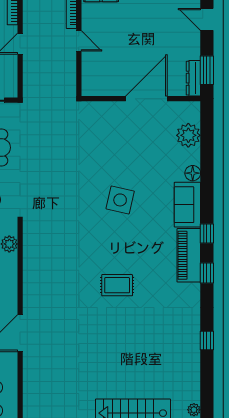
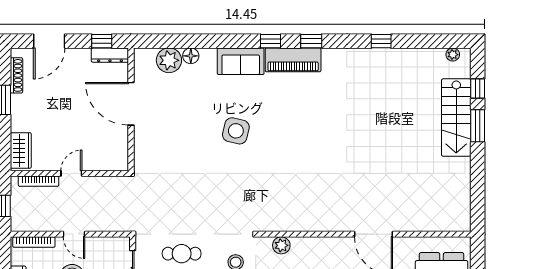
door: (207, 19) -> (49, 41), width x1.38
window: (207, 70) -> (102, 41), width x0.67
floor lamp: (193, 173) -> (191, 56), moved
rug: (117, 285) -> (324, 134), removed

